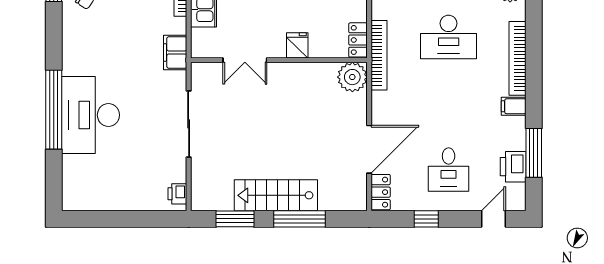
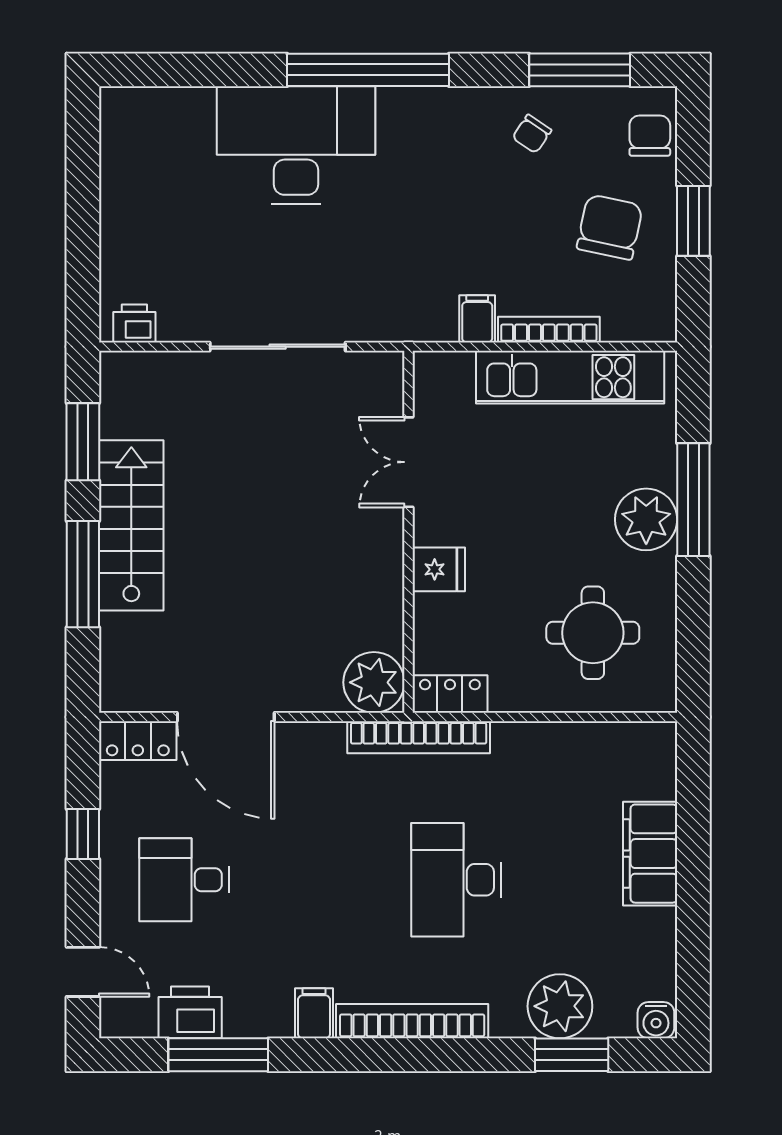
filing cabinet: (175, 52) -> (477, 319), moved, width x0.50
window: (54, 110) -> (368, 70), moved

